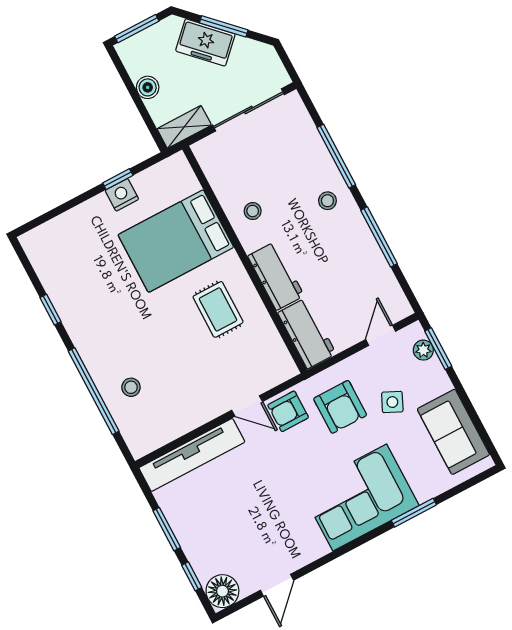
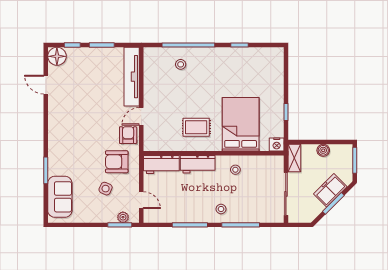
nightstand: (122, 195) -> (277, 144), moved, turned 90
sofa: (453, 432) -> (60, 197), moved, turned 90
corner sofa: (360, 498) -> (67, 148), removed

